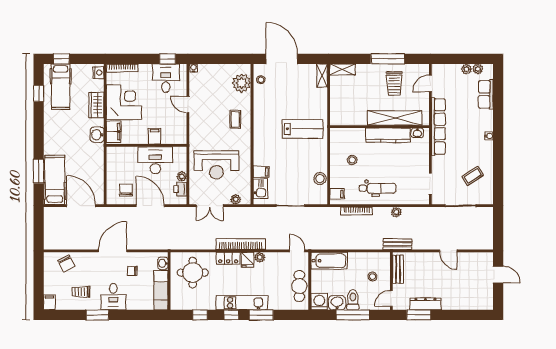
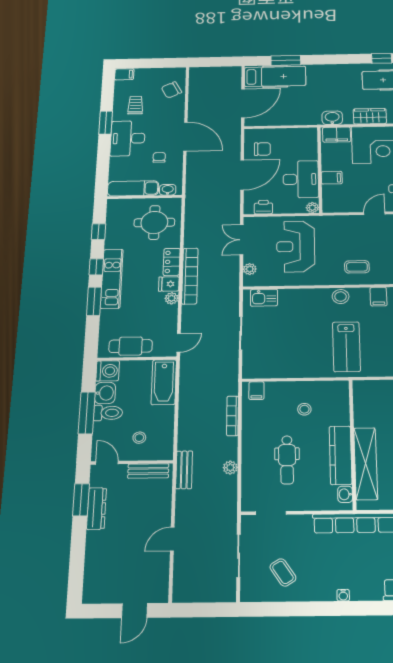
filing cabinet: (261, 172) -> (379, 297), moved
plant: (182, 176) -> (312, 208), moved
stool: (320, 179) -> (341, 297), moved
dental chair: (378, 188) -> (287, 460), moved
desk: (113, 297) -> (128, 138), width x1.37

